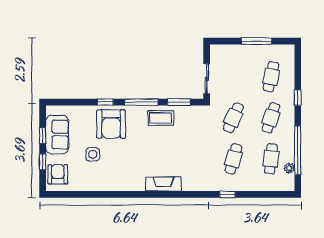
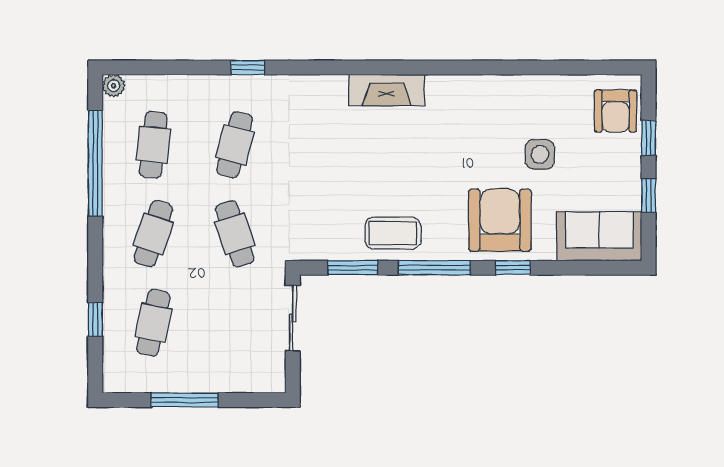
window: (298, 98) -> (95, 319), moved
cafe table: (233, 118) -> (235, 234), turned -42
sofa: (57, 135) -> (599, 236), moved, turned 90
plant: (289, 168) -> (114, 86), moved

